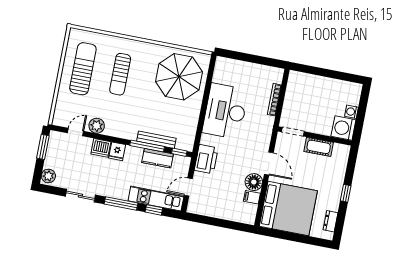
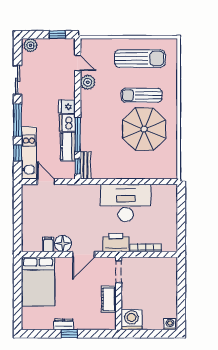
parasol: (179, 77) -> (144, 129), moved
washing machine: (351, 112) -> (170, 324), moved
bench: (156, 140) -> (85, 165), moved, width x0.73
window: (43, 147) -> (57, 35), width x0.67
dishwasher: (101, 148) -> (67, 123), moved
printer: (206, 159) -> (116, 243), moved, turned 180
bed: (288, 209) -> (38, 282), width x0.73
dresser: (330, 221) -> (64, 324), moved

